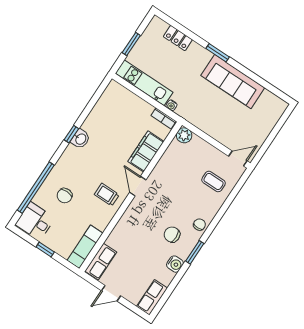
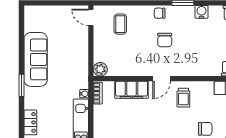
chair: (172, 235) -> (165, 40), moved

